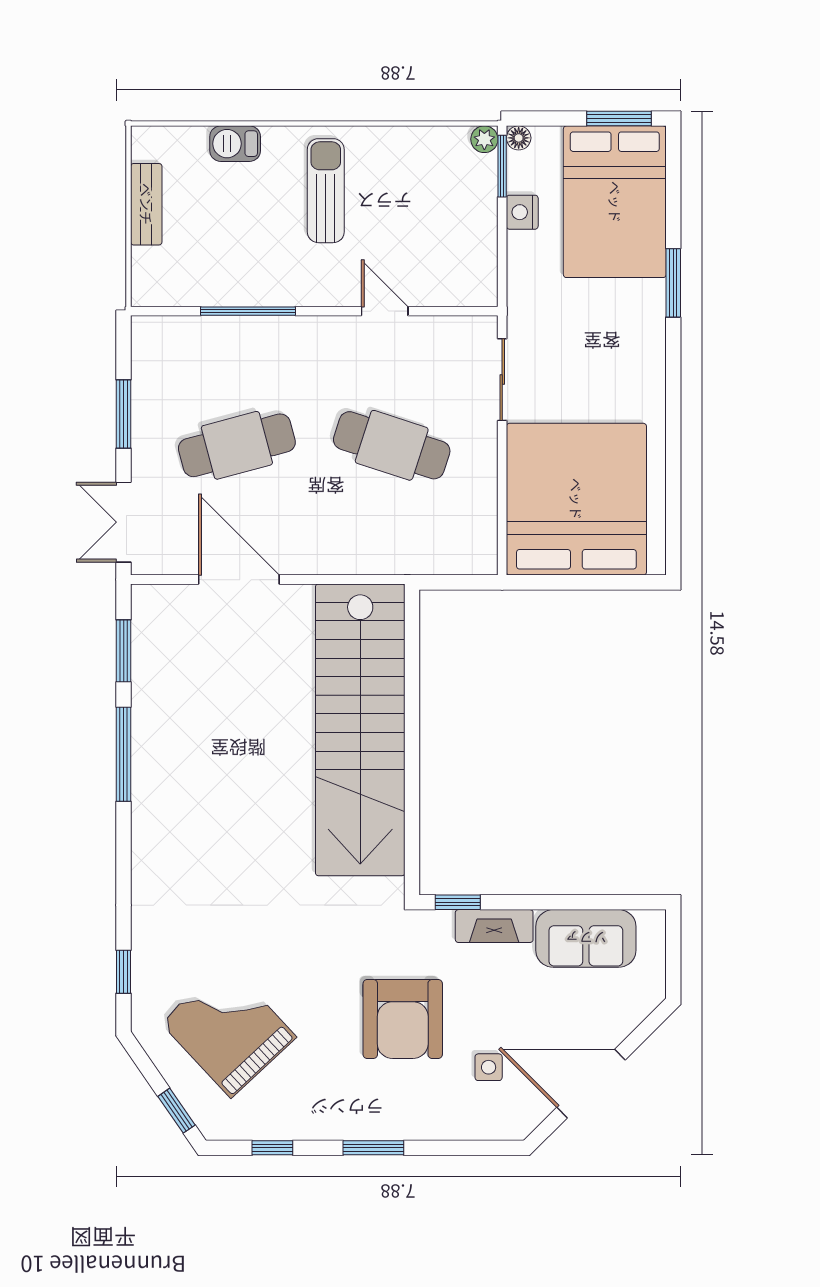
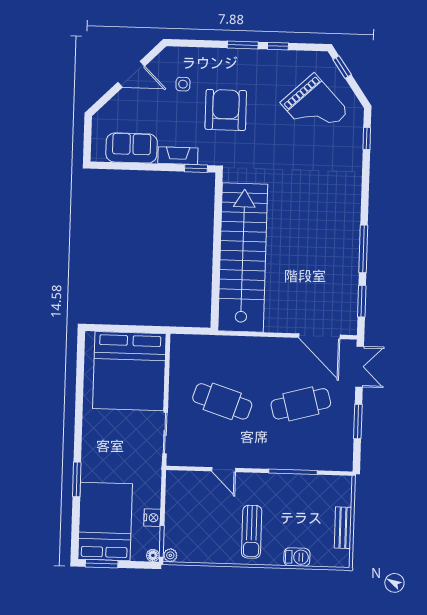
door: (239, 580) -> (319, 336), moved
door: (591, 1084) -> (131, 74), width x0.73
window: (272, 1148) -> (278, 46), moved

